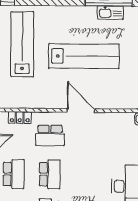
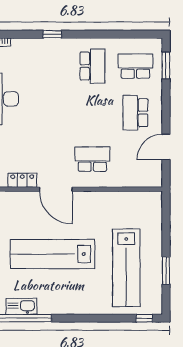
locker: (20, 118) -> (22, 180), moved
school desk: (50, 174) -> (92, 113), removed

